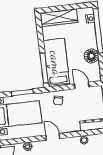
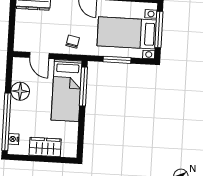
wardrobe: (59, 18) -> (45, 147), width x0.67

